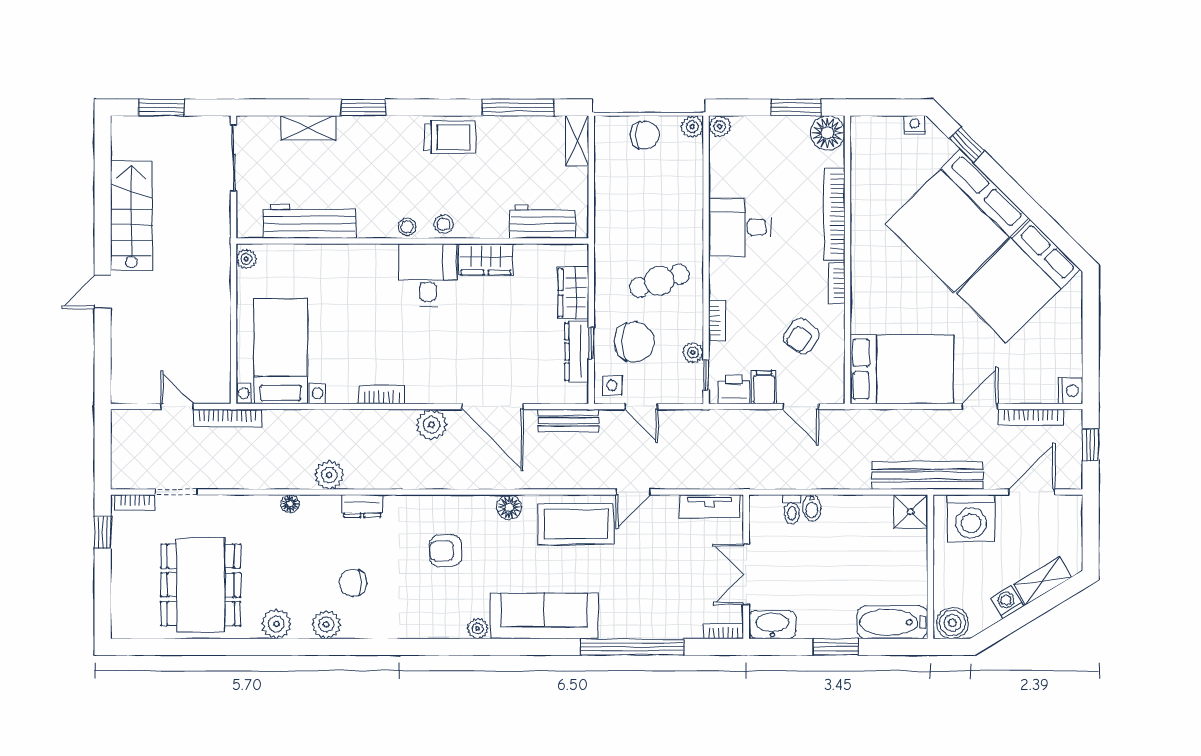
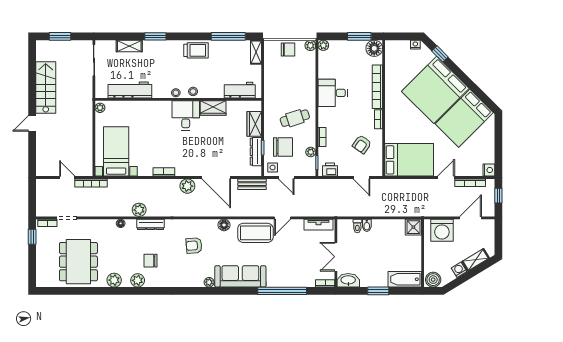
filing cabinet: (764, 387) -> (344, 168), removed
bench: (928, 475) -> (421, 210), removed
dresser: (362, 506) -> (151, 224), width x1.44

